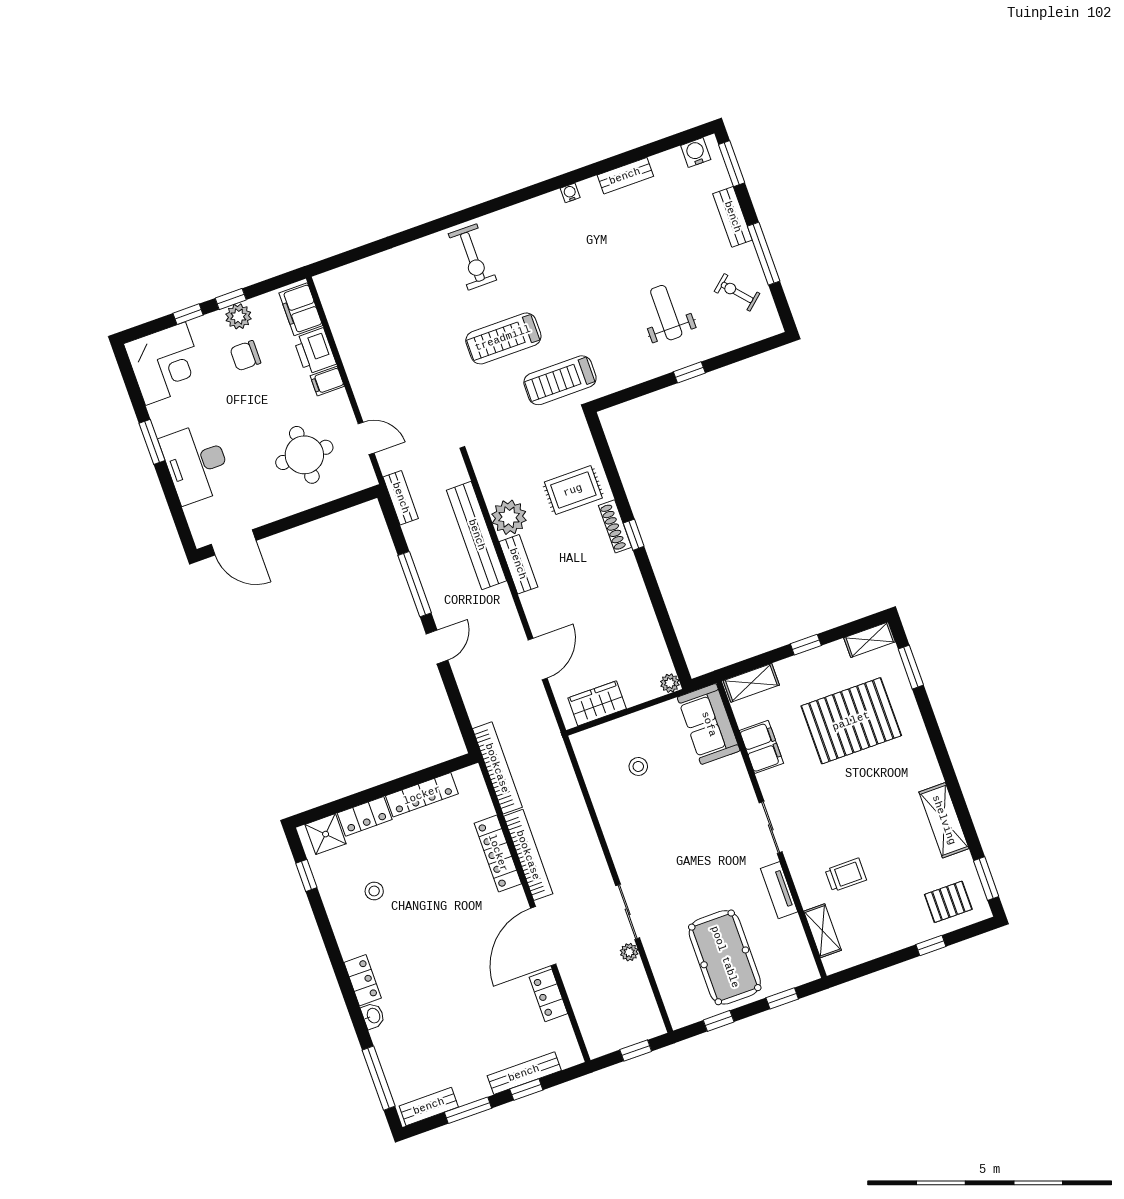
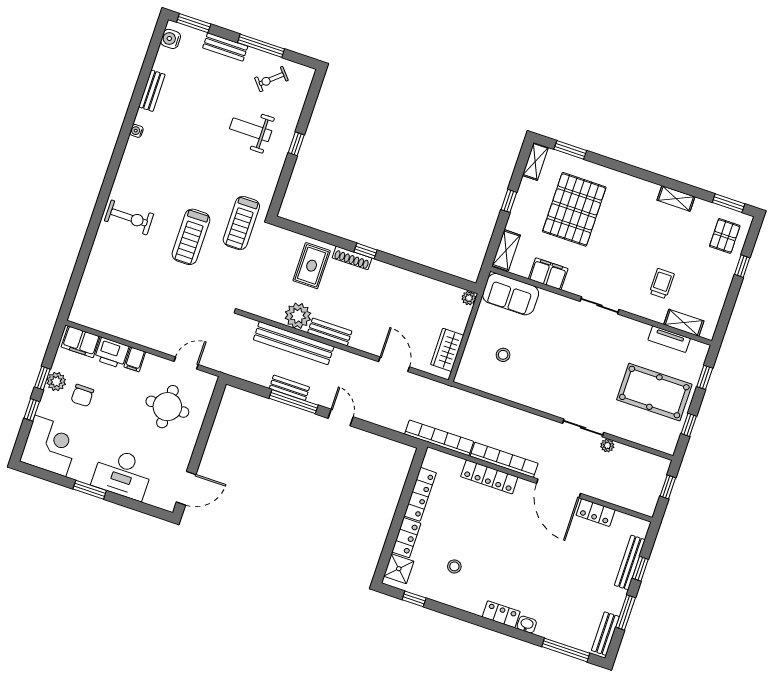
bench: (401, 498) -> (289, 388), moved
shelving: (944, 820) -> (676, 198), width x0.67, depth x0.75
tv unit: (779, 890) -> (669, 339), moved

